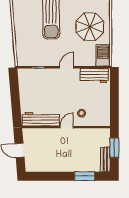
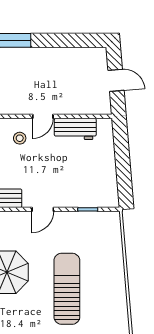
workbench: (41, 119) -> (75, 129), width x0.73

